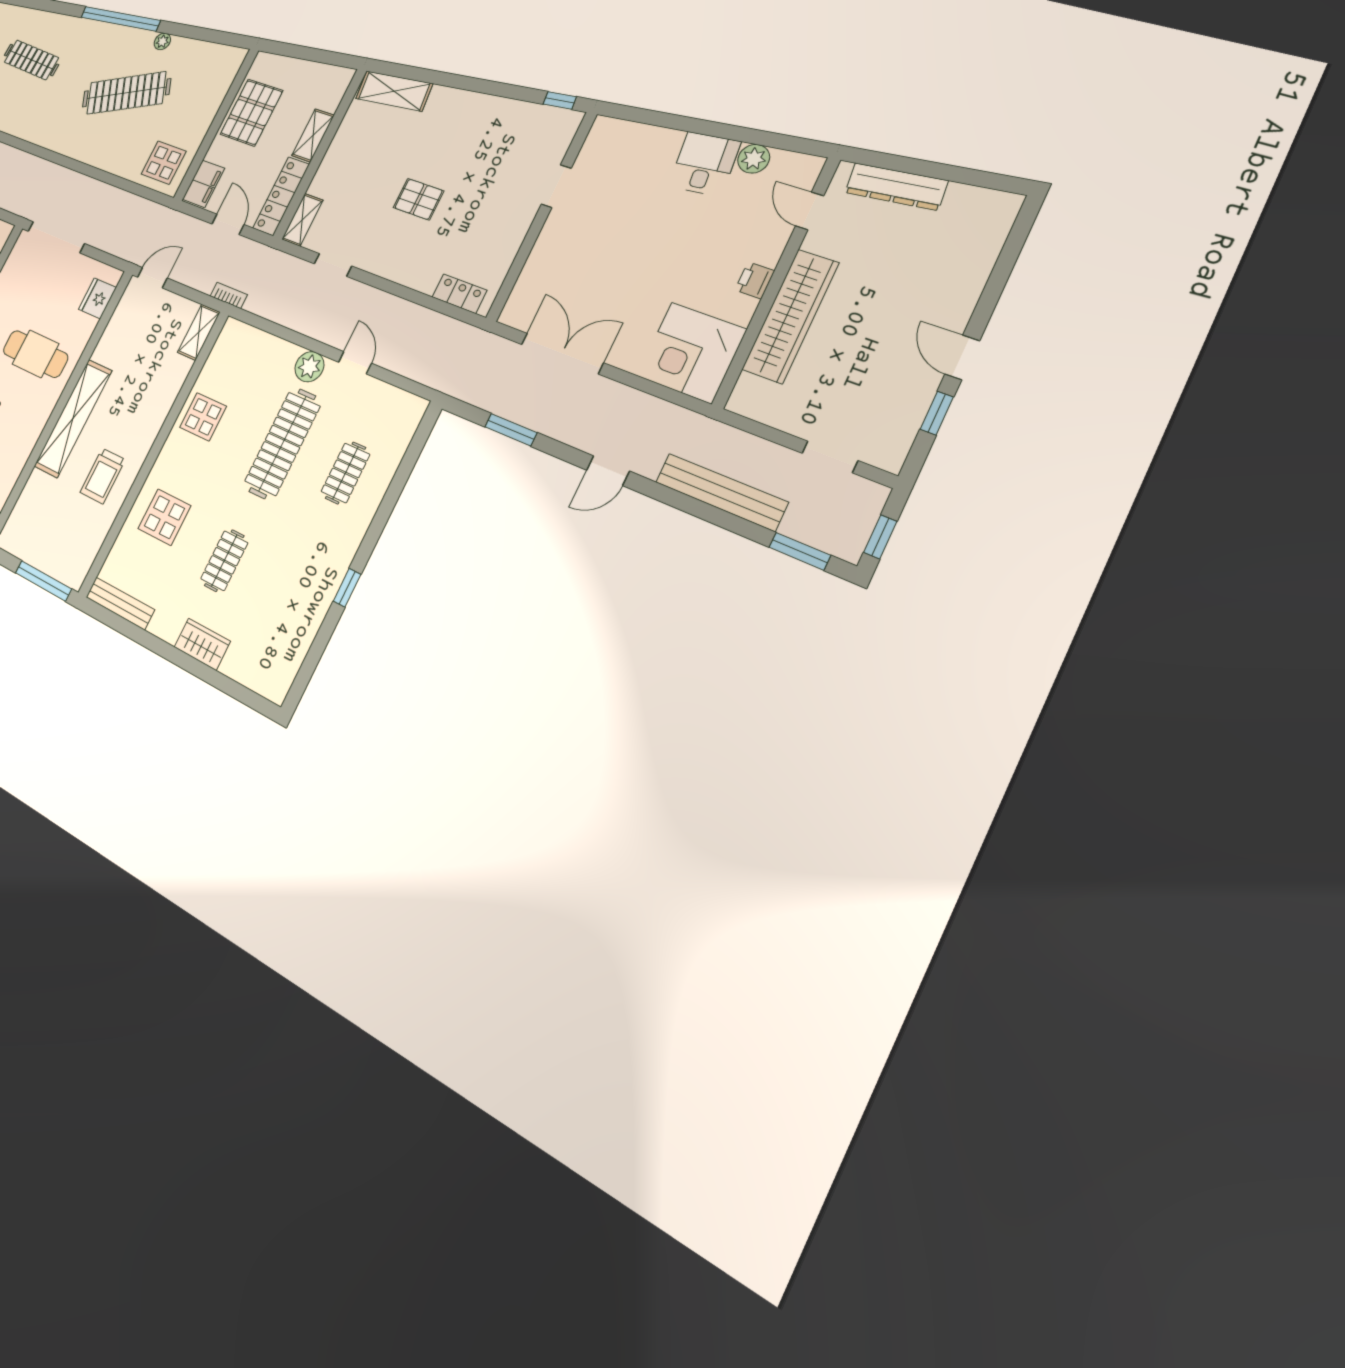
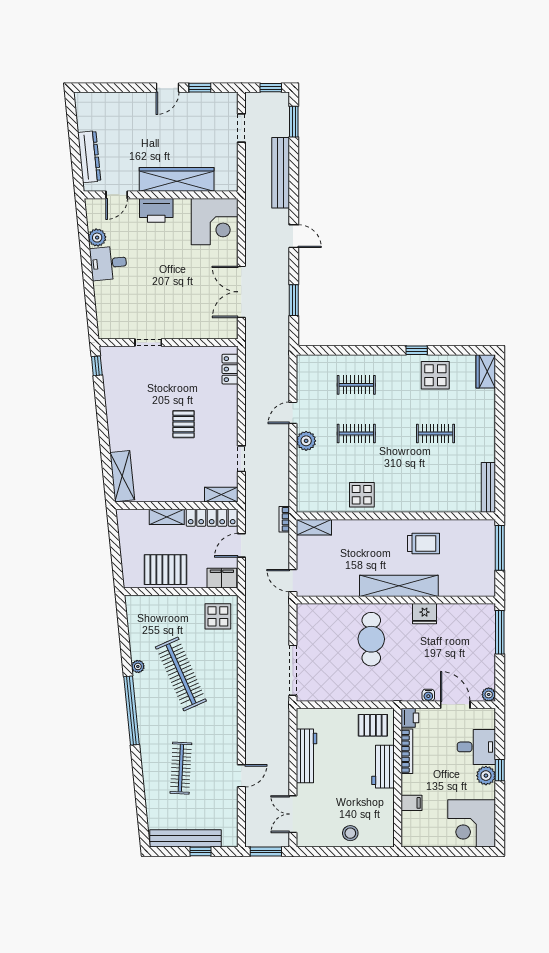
printer: (755, 280) -> (156, 210), width x1.87, depth x1.48
fridge: (97, 298) -> (425, 614), moved
clothes rail: (282, 444) -> (356, 433), width x0.54, depth x0.76
display table: (164, 517) -> (435, 375), moved
wardrobe: (202, 644) -> (486, 371), moved

